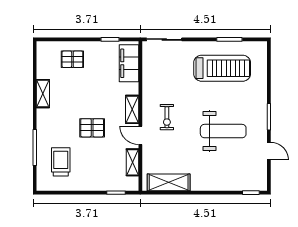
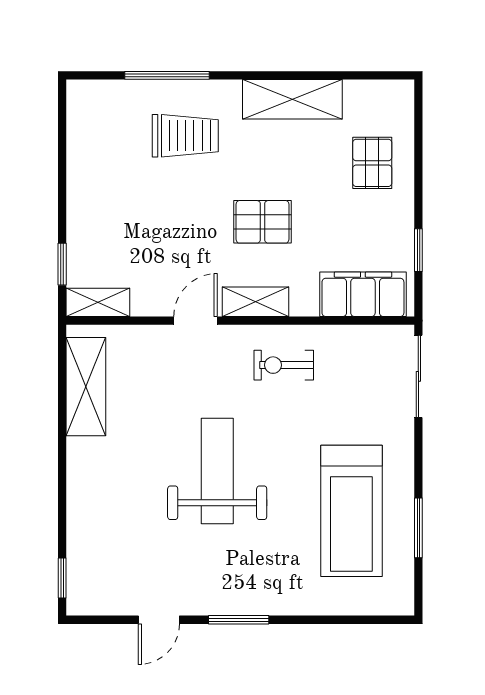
shelving: (43, 94) -> (292, 99), width x1.50, depth x1.33
exercise bike: (167, 117) -> (284, 365), moved
pallet: (92, 128) -> (263, 222), moved, turned 90
weight bench: (223, 131) -> (217, 471), moved, turned 180
trolley: (61, 162) -> (185, 136), moved
shelving: (132, 162) -> (98, 302), moved

